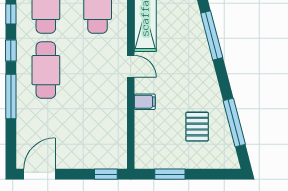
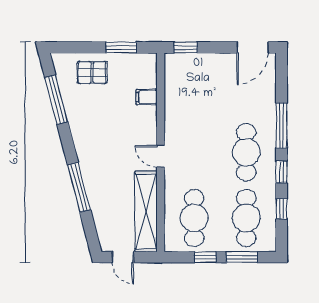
filing cabinet: (145, 102) -> (147, 97), moved
pallet: (197, 127) -> (92, 72), moved, turned 90

